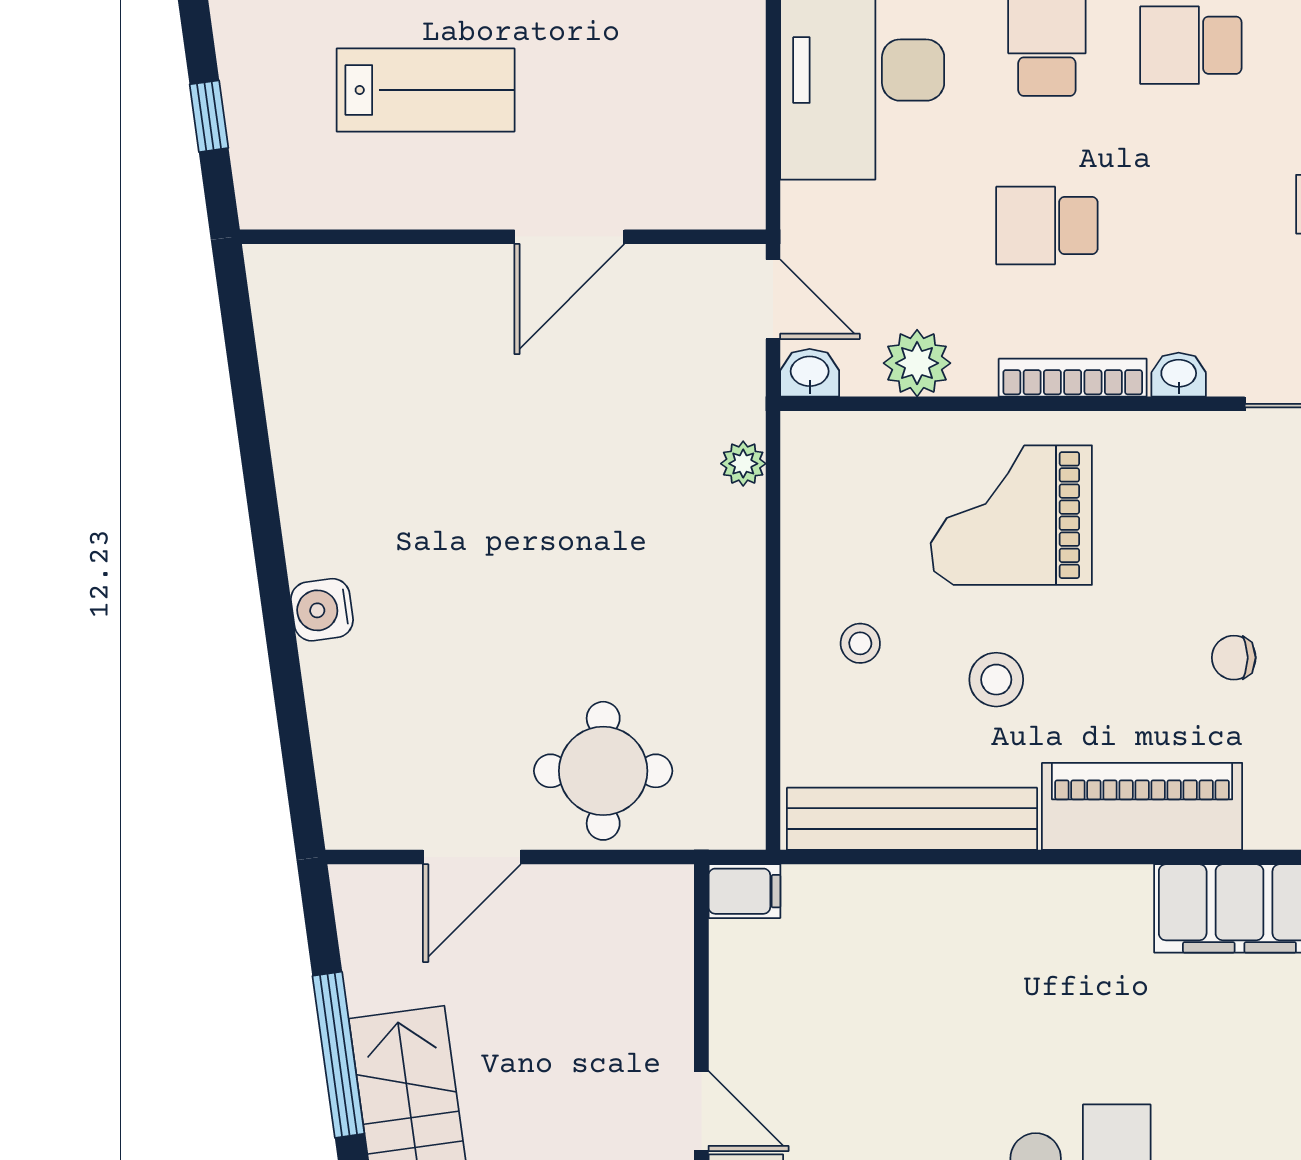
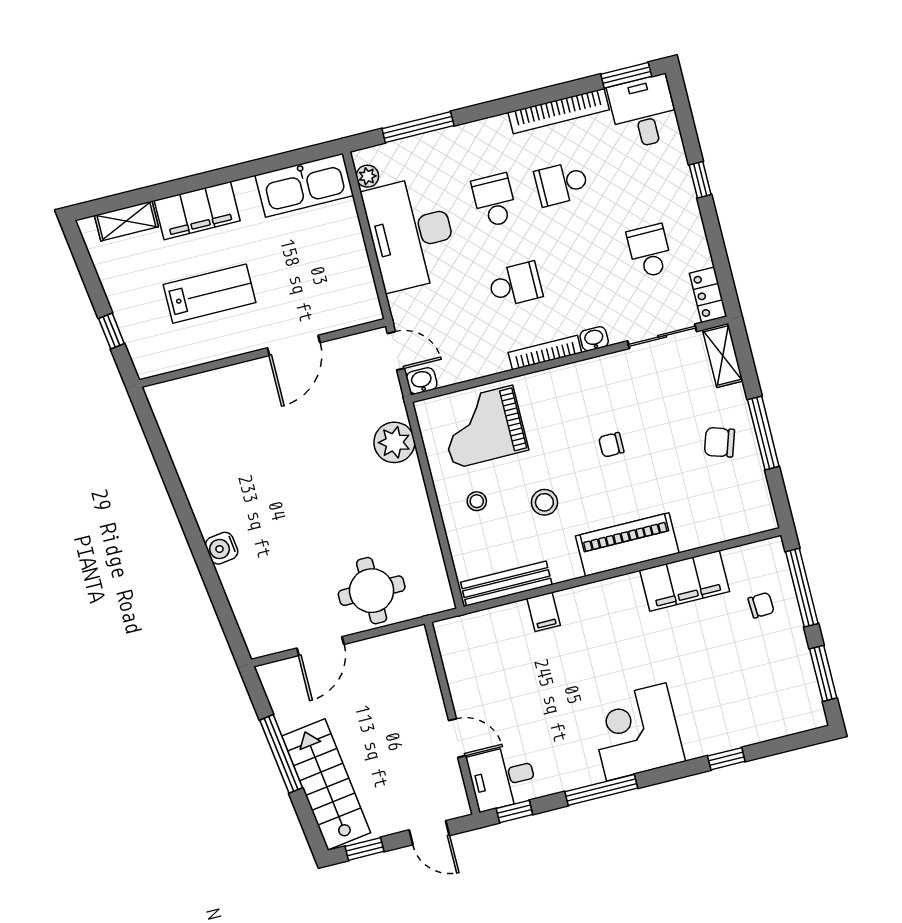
school desk: (1047, 225) -> (515, 284), turned 180
plant: (917, 363) -> (471, 364), removed
plant: (743, 464) -> (394, 442), width x1.88, depth x1.88
grand piano: (1011, 515) -> (483, 427), moved
chair: (1234, 658) -> (611, 445), moved
bench: (912, 819) -> (506, 584), width x0.73, depth x0.82
filing cabinet: (744, 891) -> (544, 612), moved, turned 90

